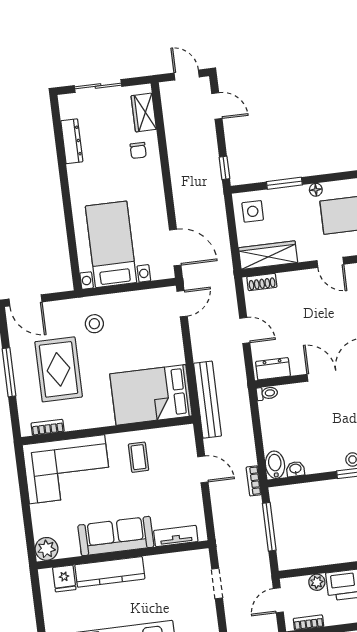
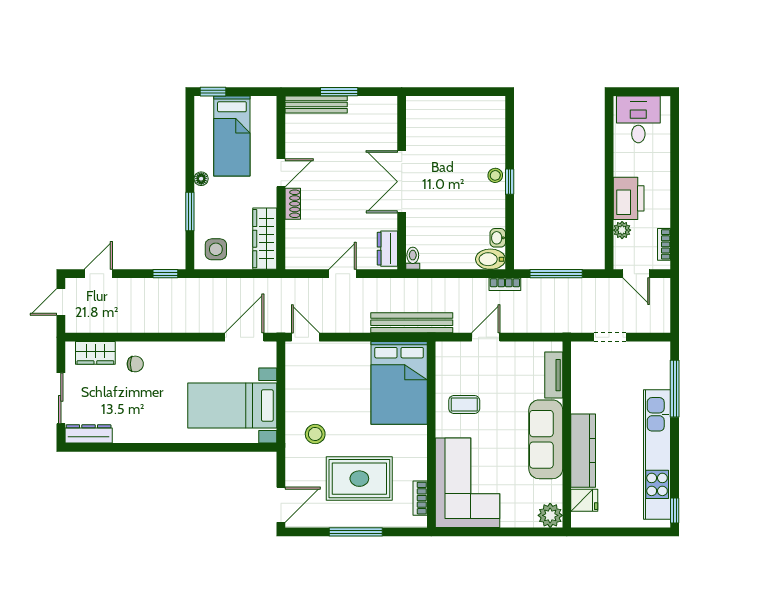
dresser: (72, 141) -> (89, 434), moved
shoe rack: (262, 282) -> (293, 204), moved

